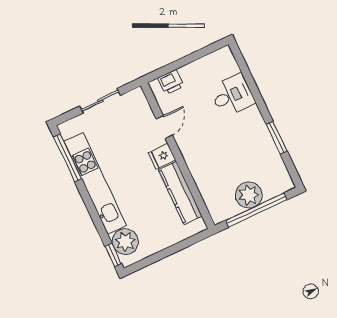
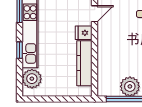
window: (113, 255) -> (19, 50), moved

